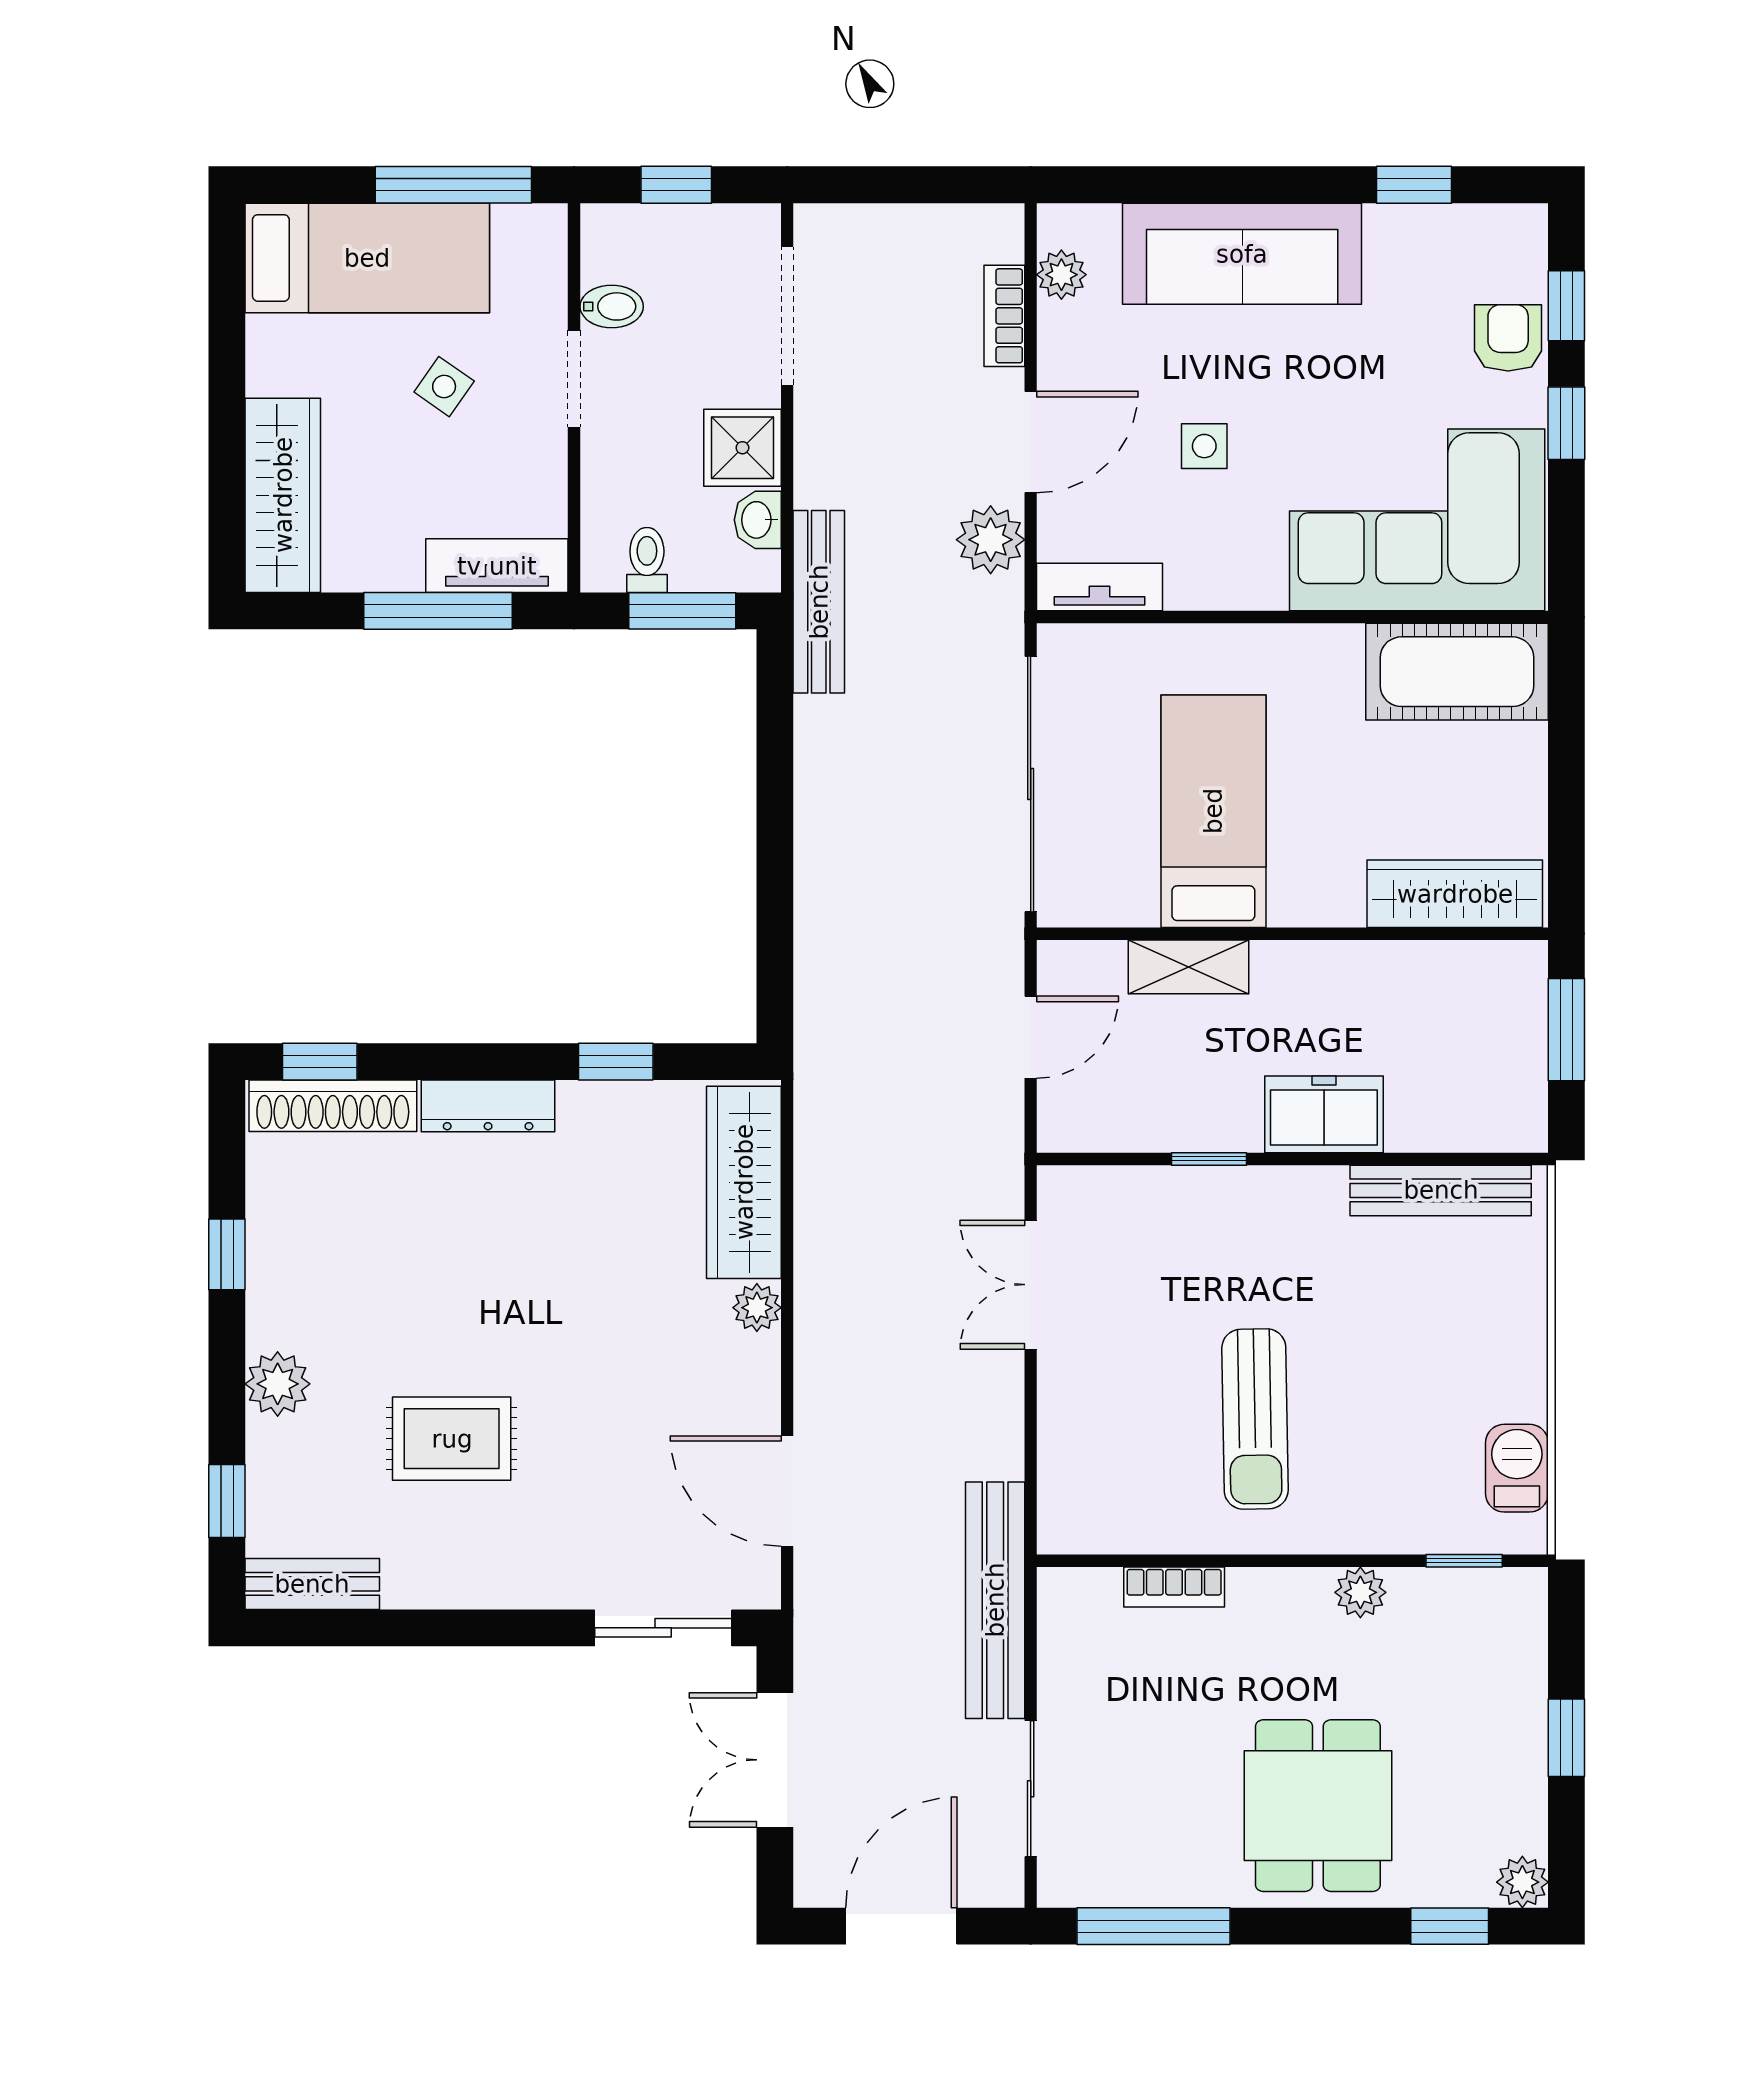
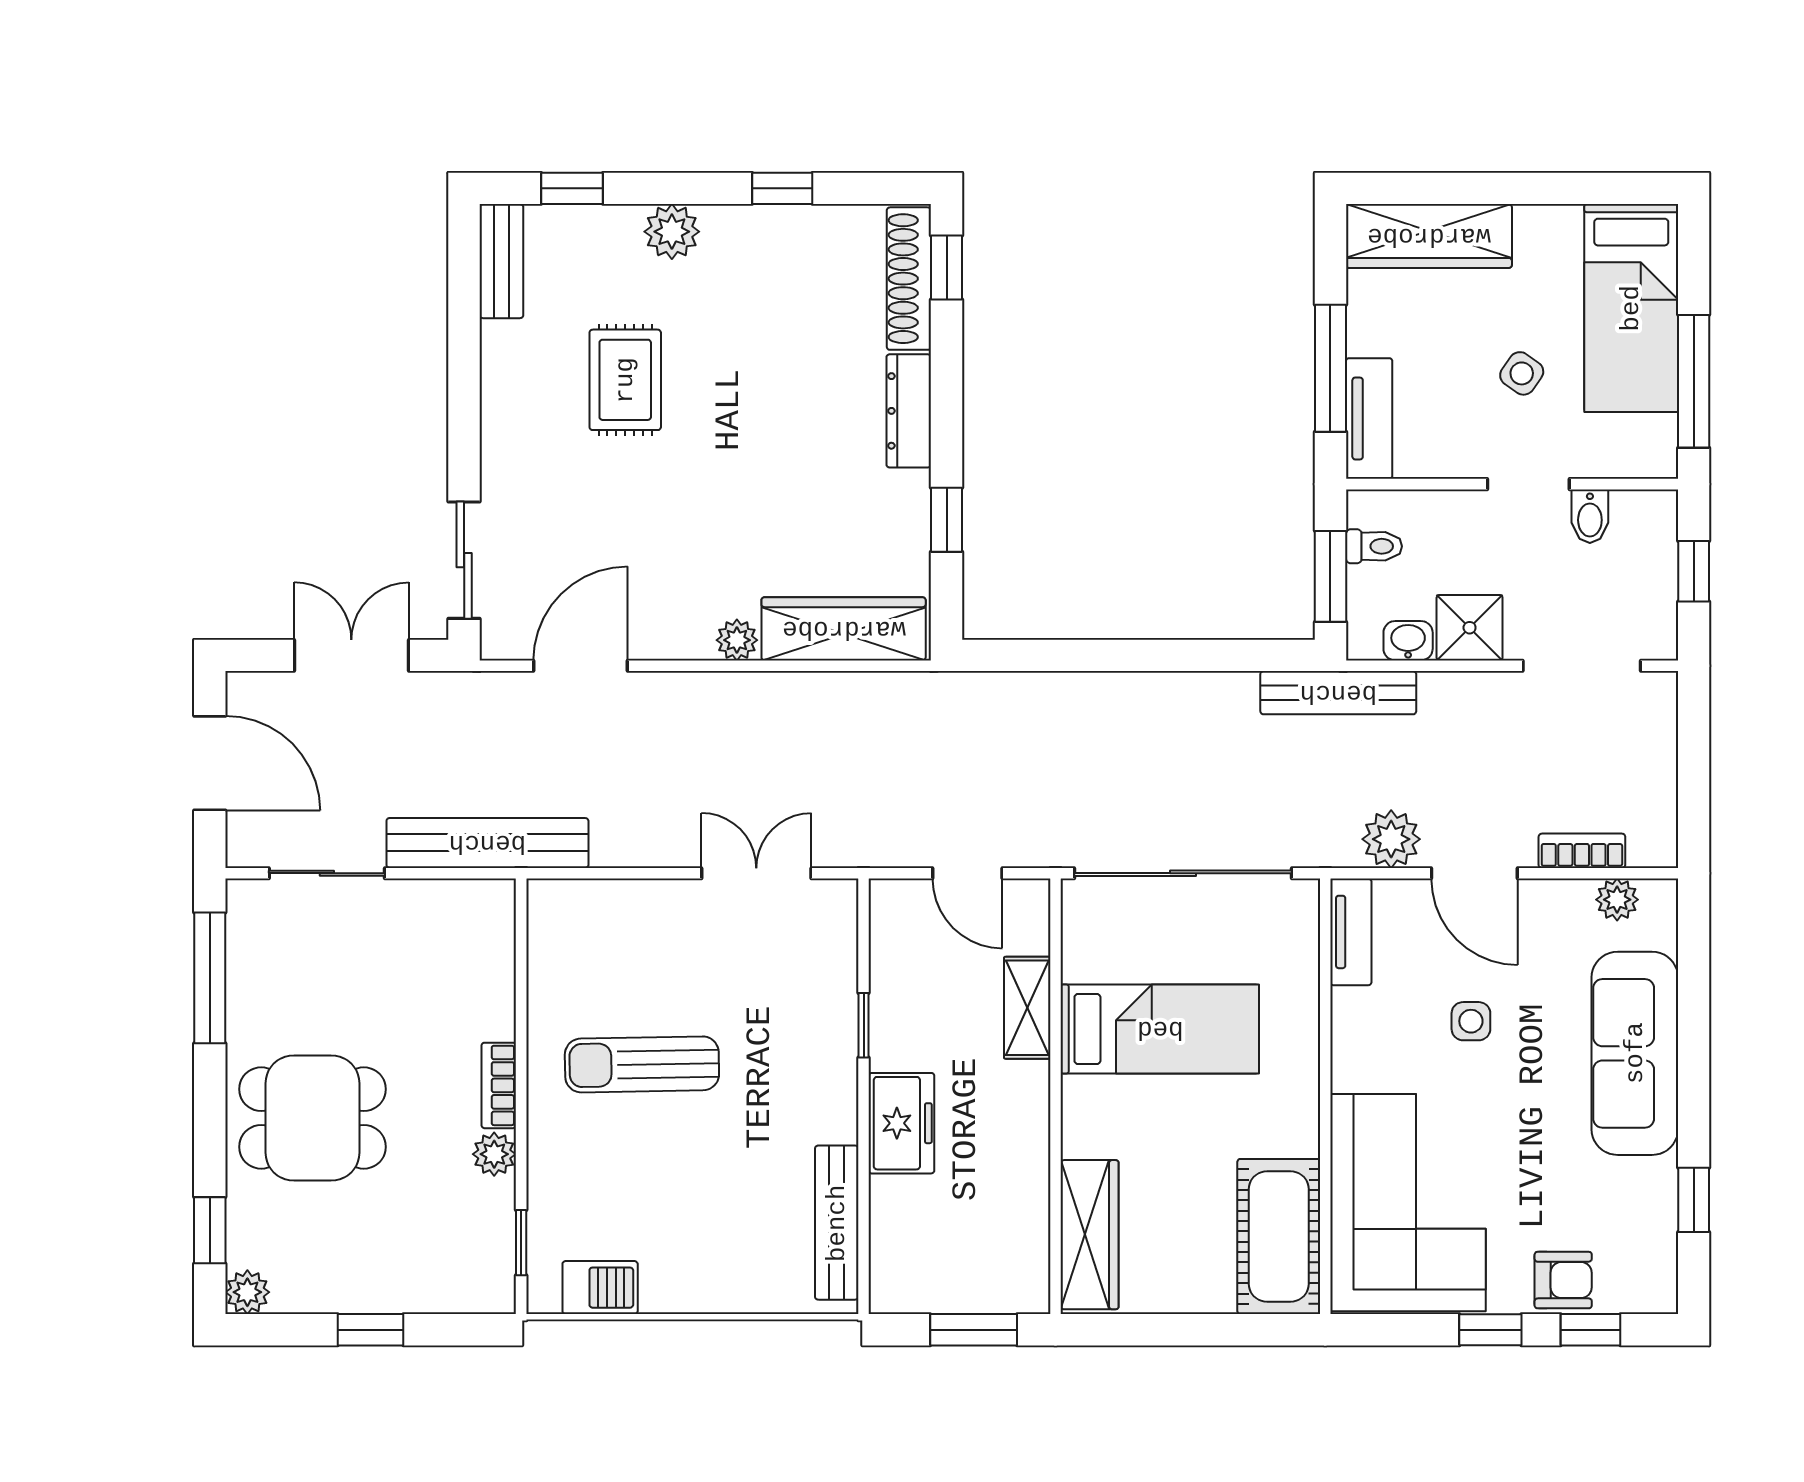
bookcase: (1174, 1587) -> (499, 1085), moved

